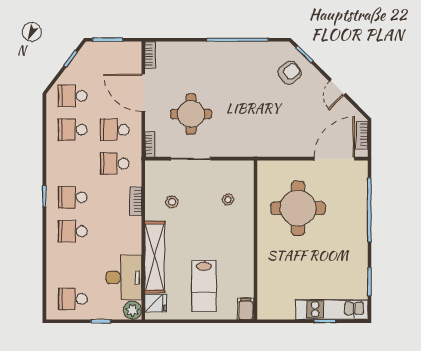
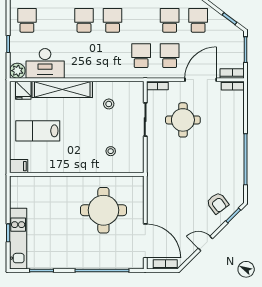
bookcase: (136, 201) -> (232, 73), moved

